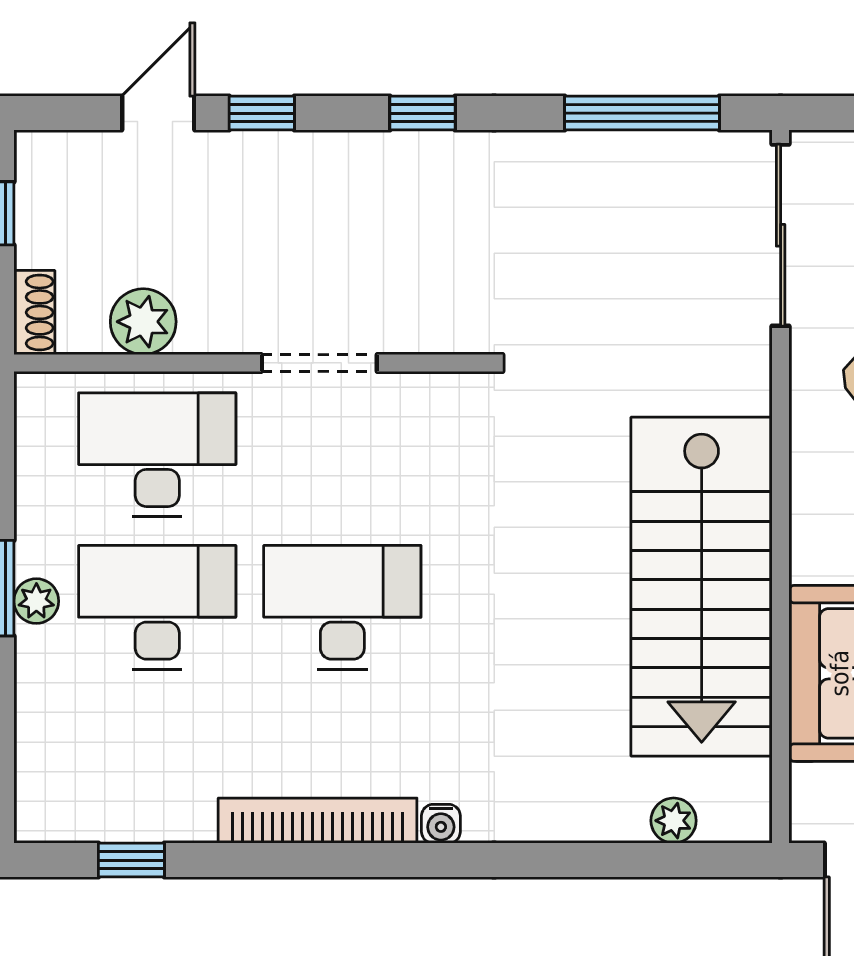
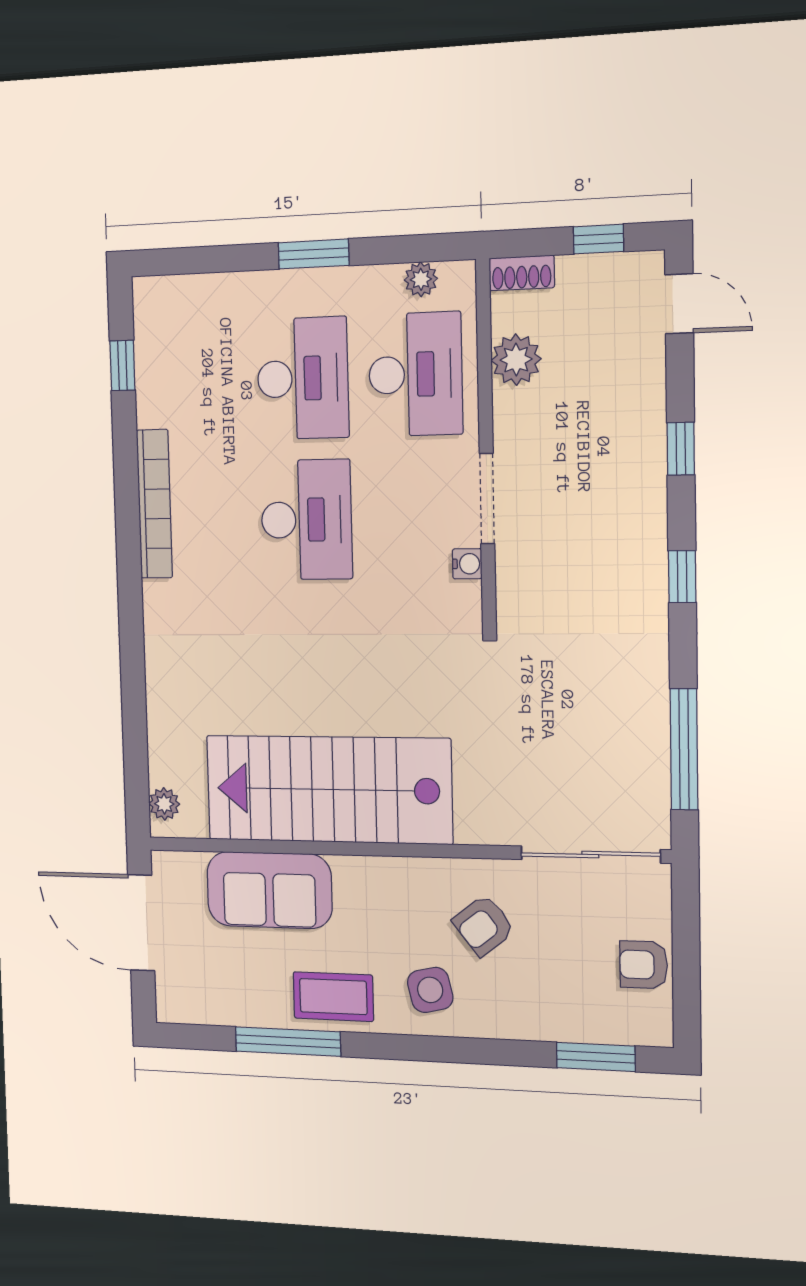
door: (158, 113) -> (679, 304), moved
plant: (36, 601) -> (421, 279), moved
plant: (674, 821) -> (164, 804), moved
water cooler: (441, 824) -> (467, 564), moved, turned 180

